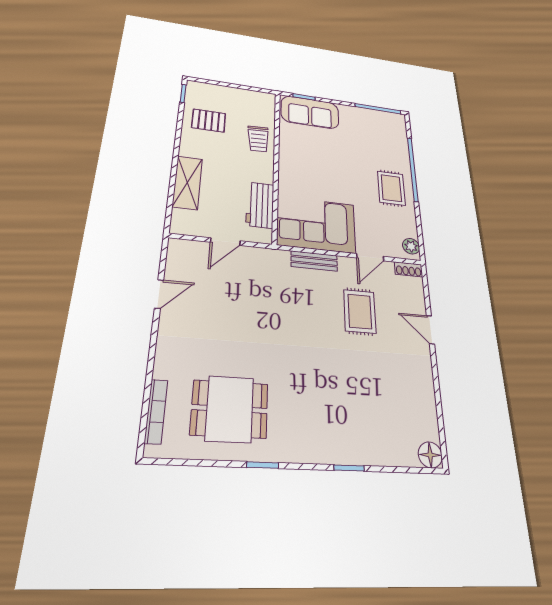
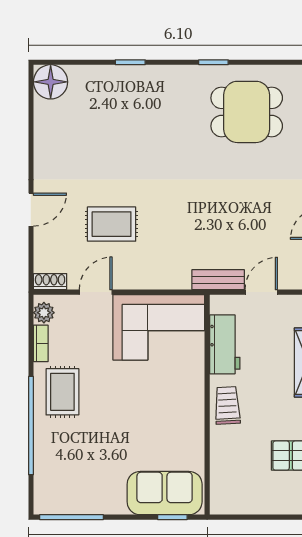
trolley: (258, 139) -> (227, 405), moved
bookcase: (411, 224) -> (41, 343), added
bench: (314, 261) -> (218, 280), moved
rug: (360, 311) -> (112, 224), turned 90
door: (430, 330) -> (31, 210), hinge flipped
floor lamp: (430, 455) -> (51, 82), width x1.38, depth x1.38

